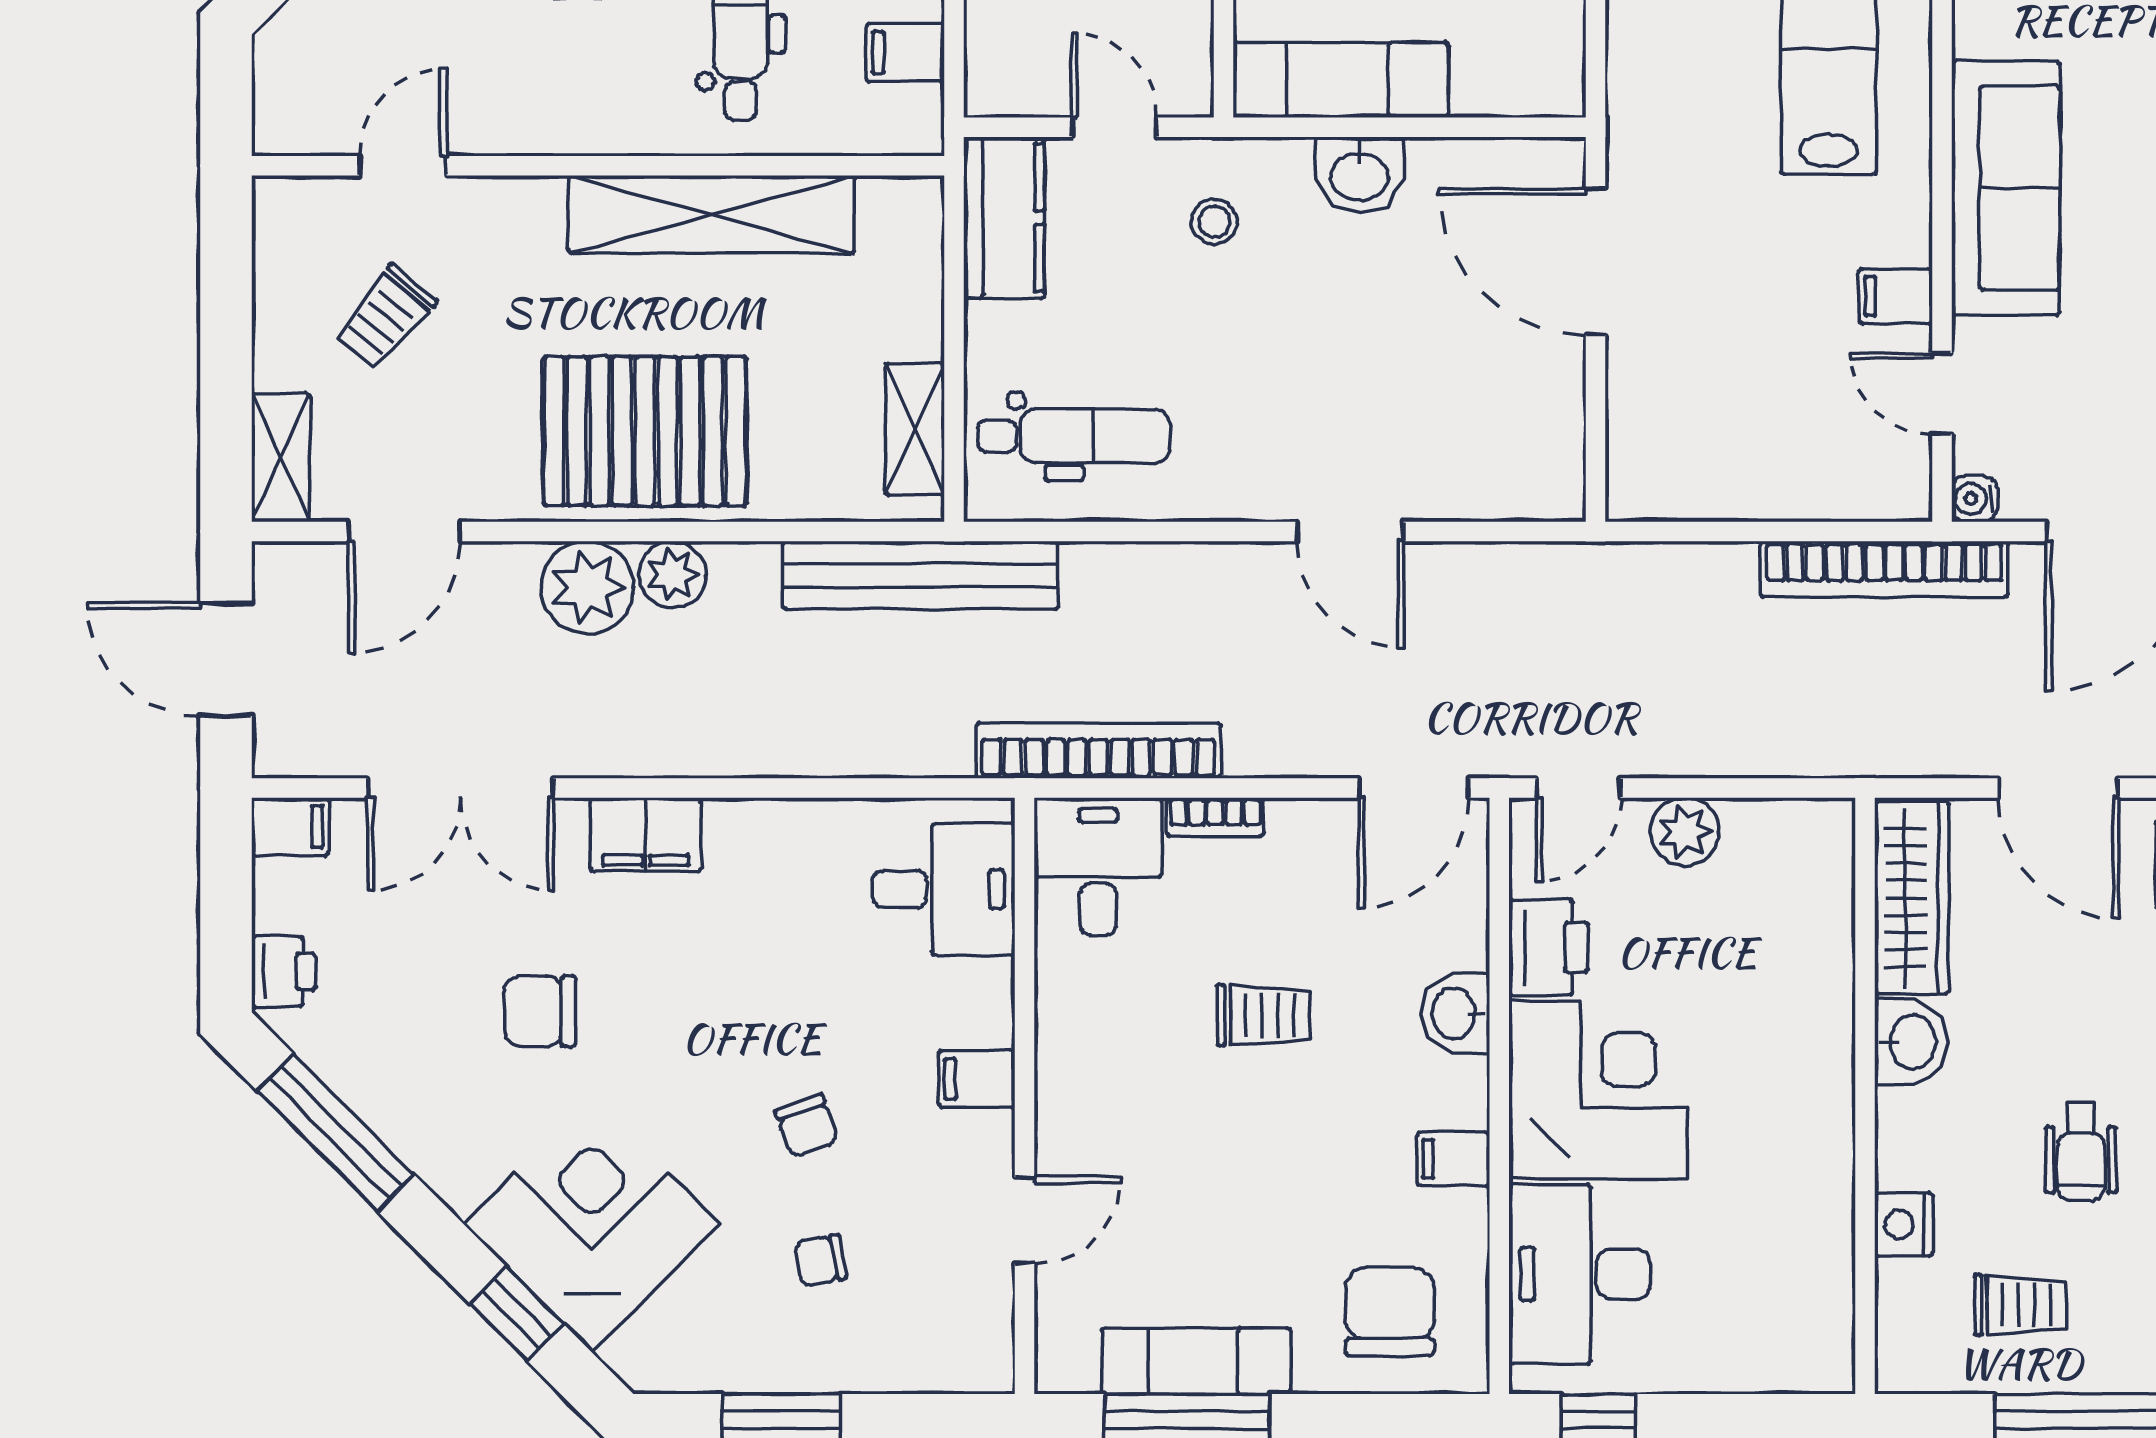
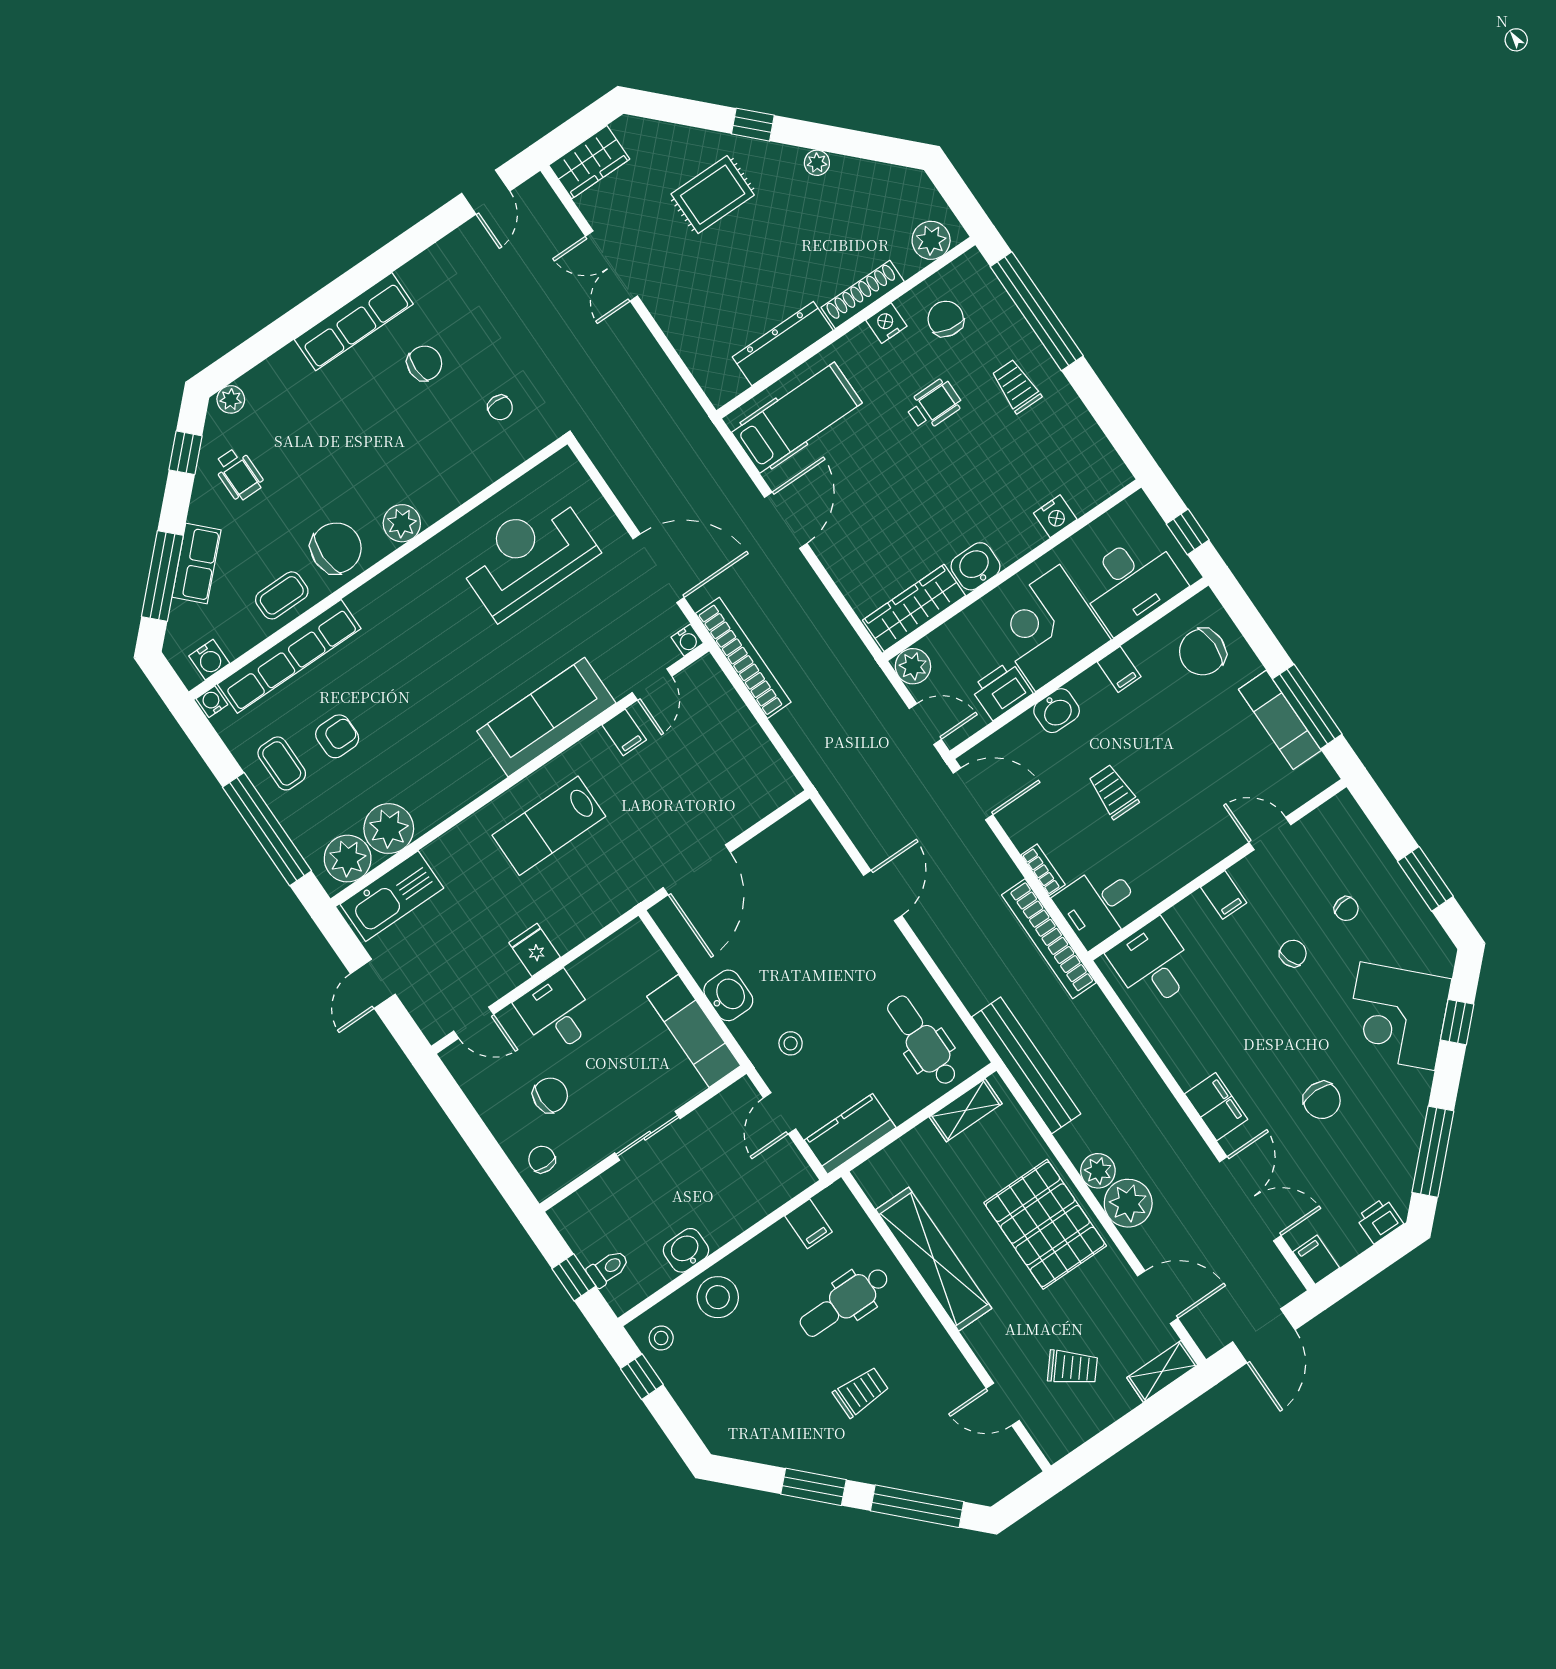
wardrobe: (1912, 898) -> (914, 608), moved
washbasin: (1911, 1042) -> (976, 566), moved
wall: (1865, 1096) -> (1012, 570), moved
nightstand: (1904, 1224) -> (1055, 516), moved

